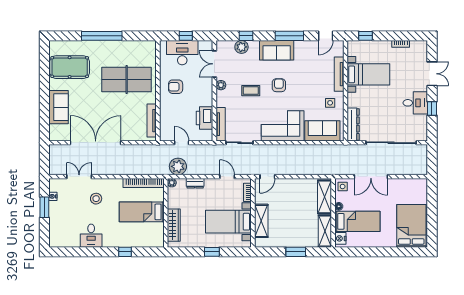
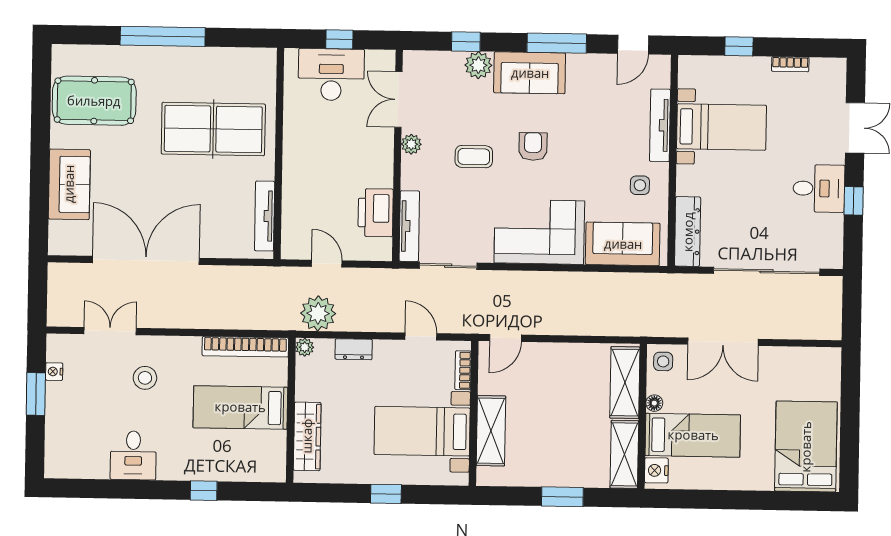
window: (366, 36) -> (739, 46), moved
plant: (241, 47) -> (478, 65), moved
armchair: (176, 87) -> (316, 146), removed

